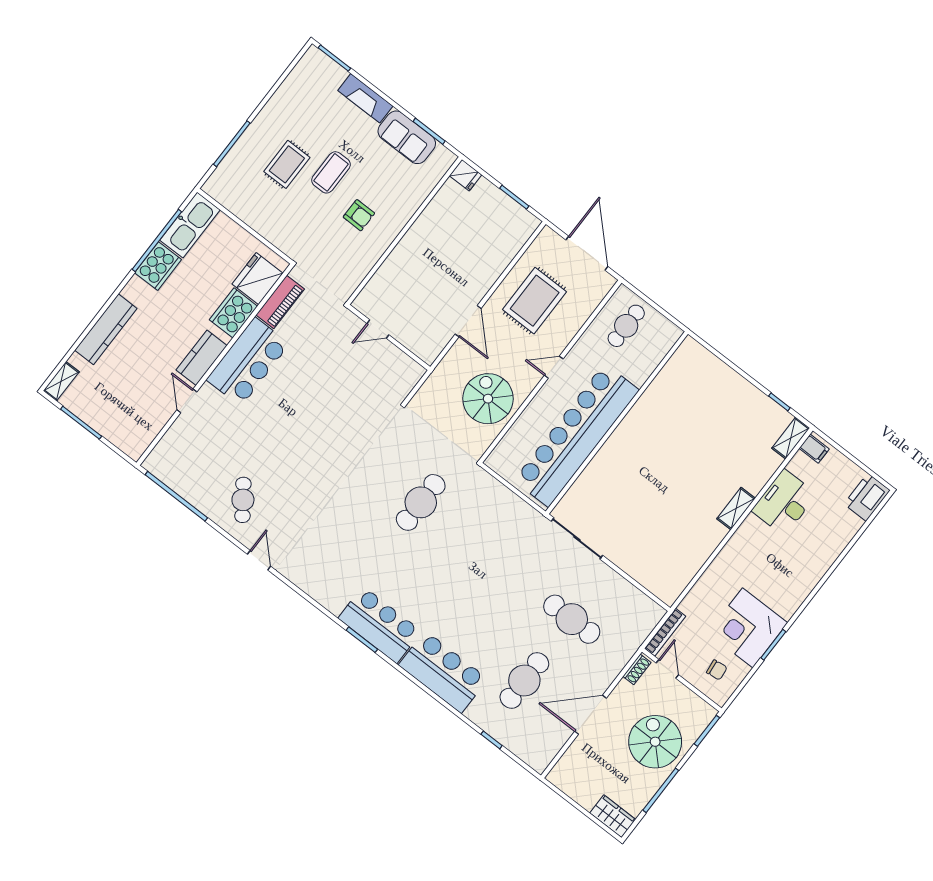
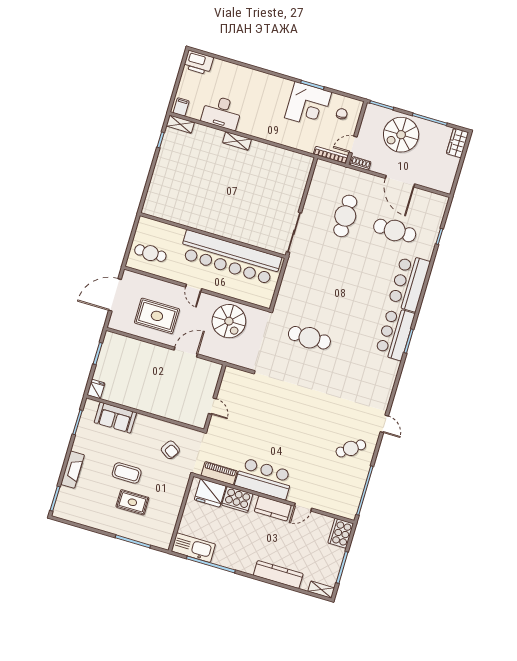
sofa: (407, 137) -> (115, 418), moved, turned 90
armchair: (359, 215) -> (170, 450), moved, turned 123
cooker: (158, 266) -> (341, 533), moved, turned -90
spiral stairs: (488, 399) -> (229, 321), turned -90
door: (259, 560) -> (384, 424), swing flipped

